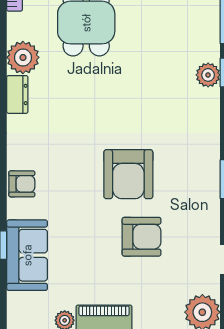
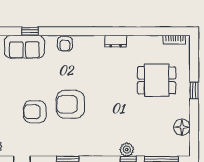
plant: (23, 57) -> (137, 44), removed
armchair: (142, 237) -> (35, 112), turned 90

